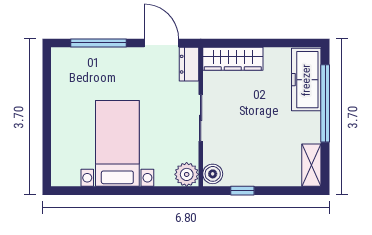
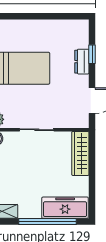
window: (98, 43) -> (92, 54), width x0.46
dresser: (189, 64) -> (82, 62), moved, turned -90

